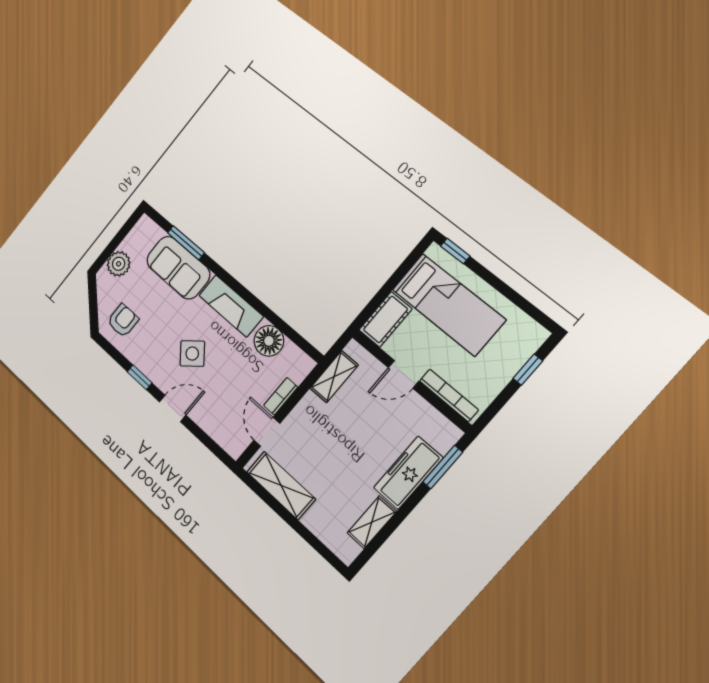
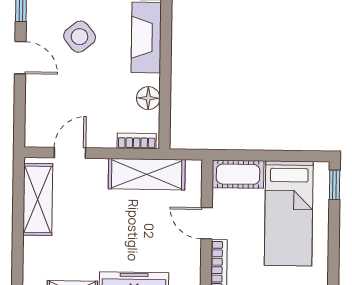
floor lamp: (269, 341) -> (148, 98), width x0.73, depth x0.73
shelving: (334, 377) -> (147, 174), width x1.50, depth x1.33
bookcase: (281, 396) -> (137, 141), moved

